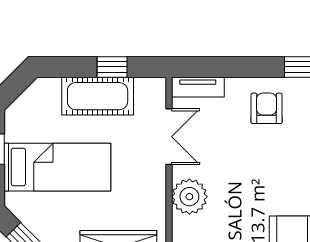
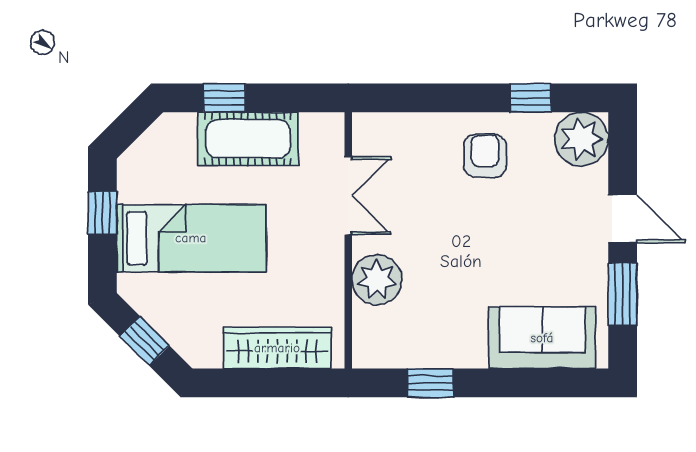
window: (112, 67) -> (224, 98), moved
tv unit: (198, 87) -> (389, 126), removed

